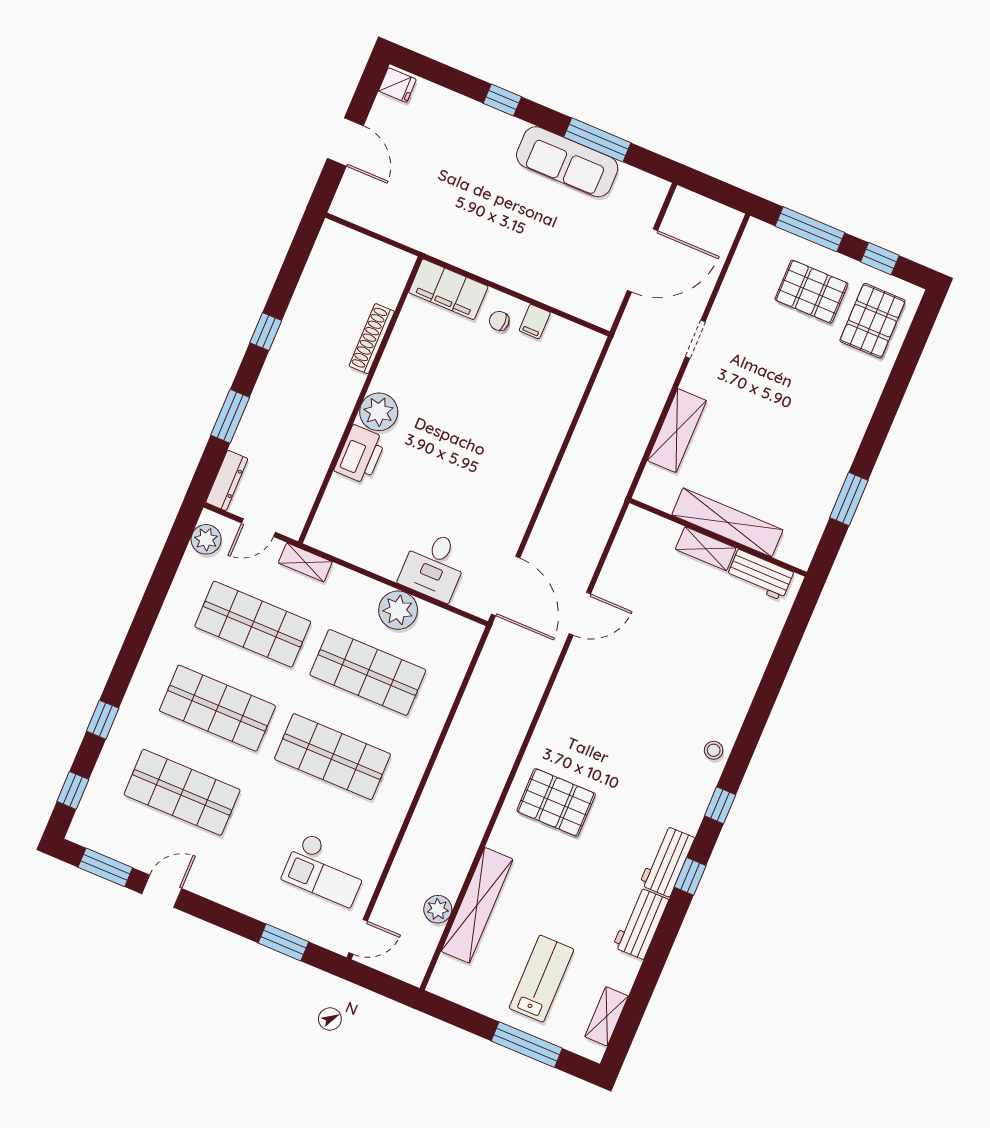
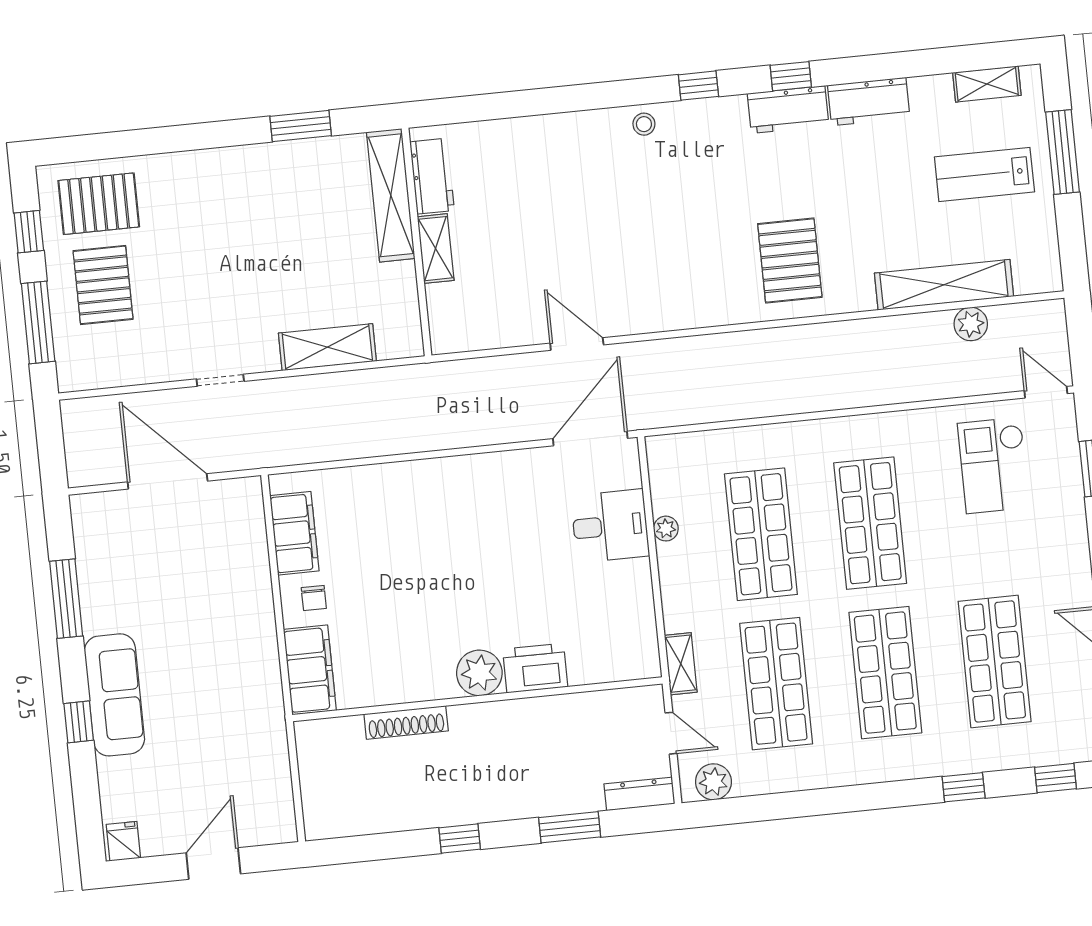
sofa: (567, 162) -> (114, 695), moved
filing cabinet: (535, 322) -> (294, 533), width x3.00, depth x1.17
shelving: (727, 522) -> (391, 195), moved
plant: (398, 610) -> (666, 529), width x0.53, depth x0.53
checkout: (326, 870) -> (993, 465), turned 180

